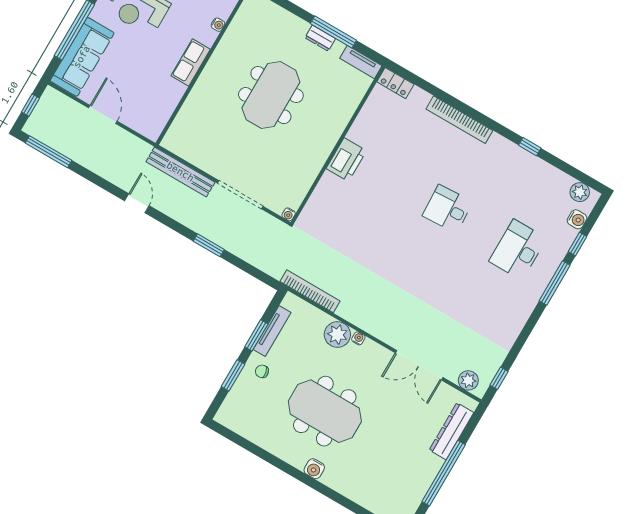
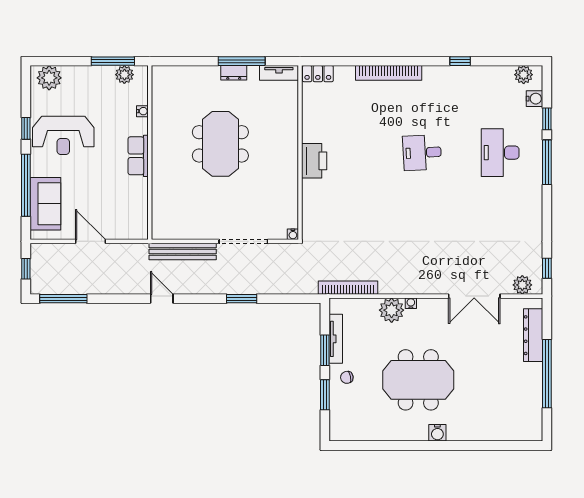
sofa: (82, 57) -> (45, 204), width x0.73

